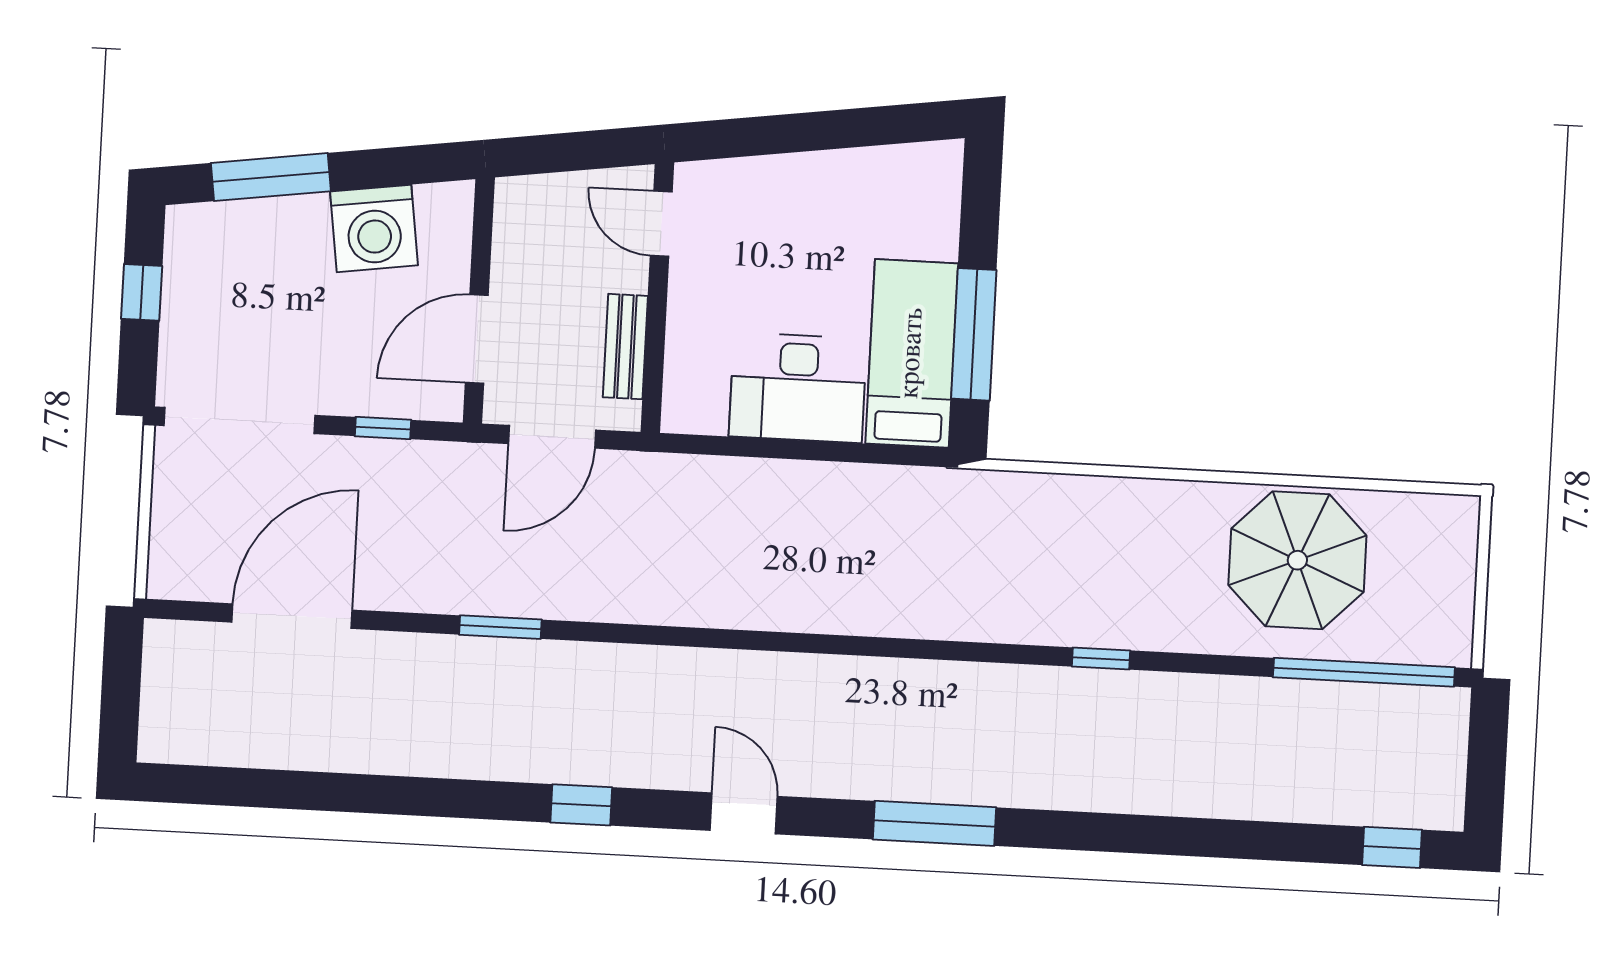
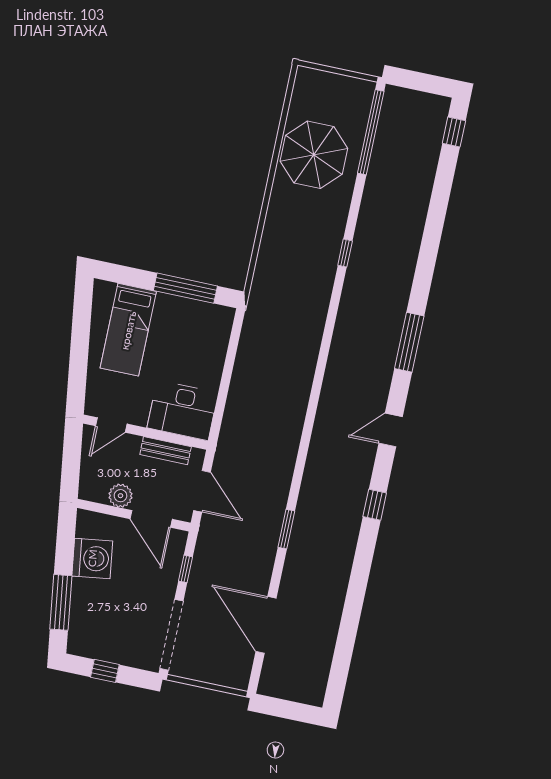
plant: (516, 267) -> (120, 496), added
bed: (912, 353) -> (128, 330), moved, turned -90
desk: (798, 388) -> (183, 410), moved, turned 90

